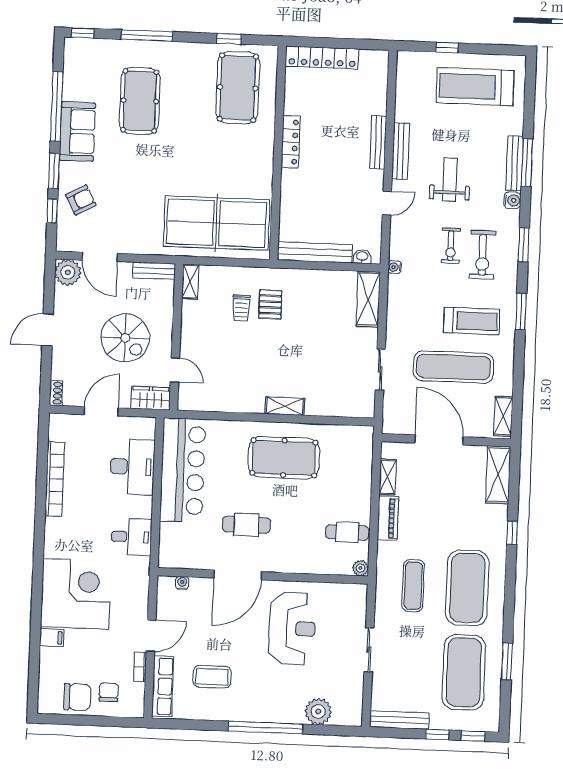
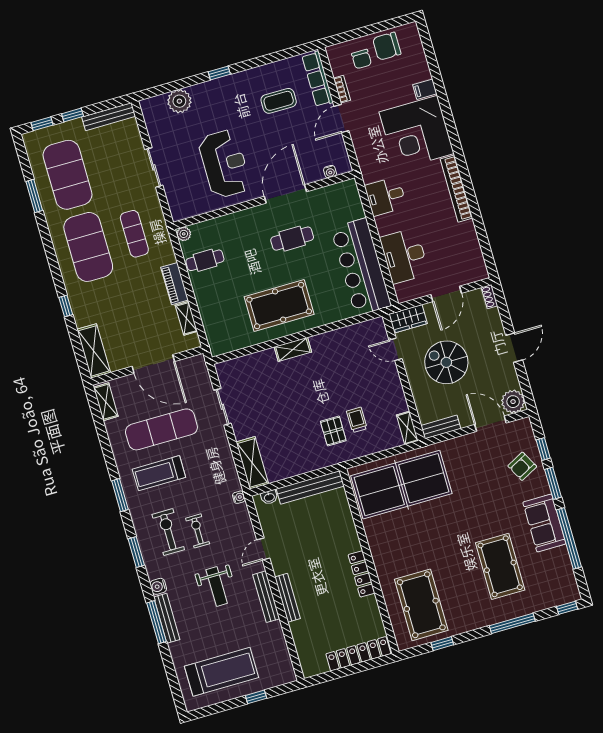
bookcase: (55, 479) -> (456, 189), moved
reception desk: (292, 629) -> (224, 164), turned 180
window: (266, 728) -> (219, 73), width x0.32

